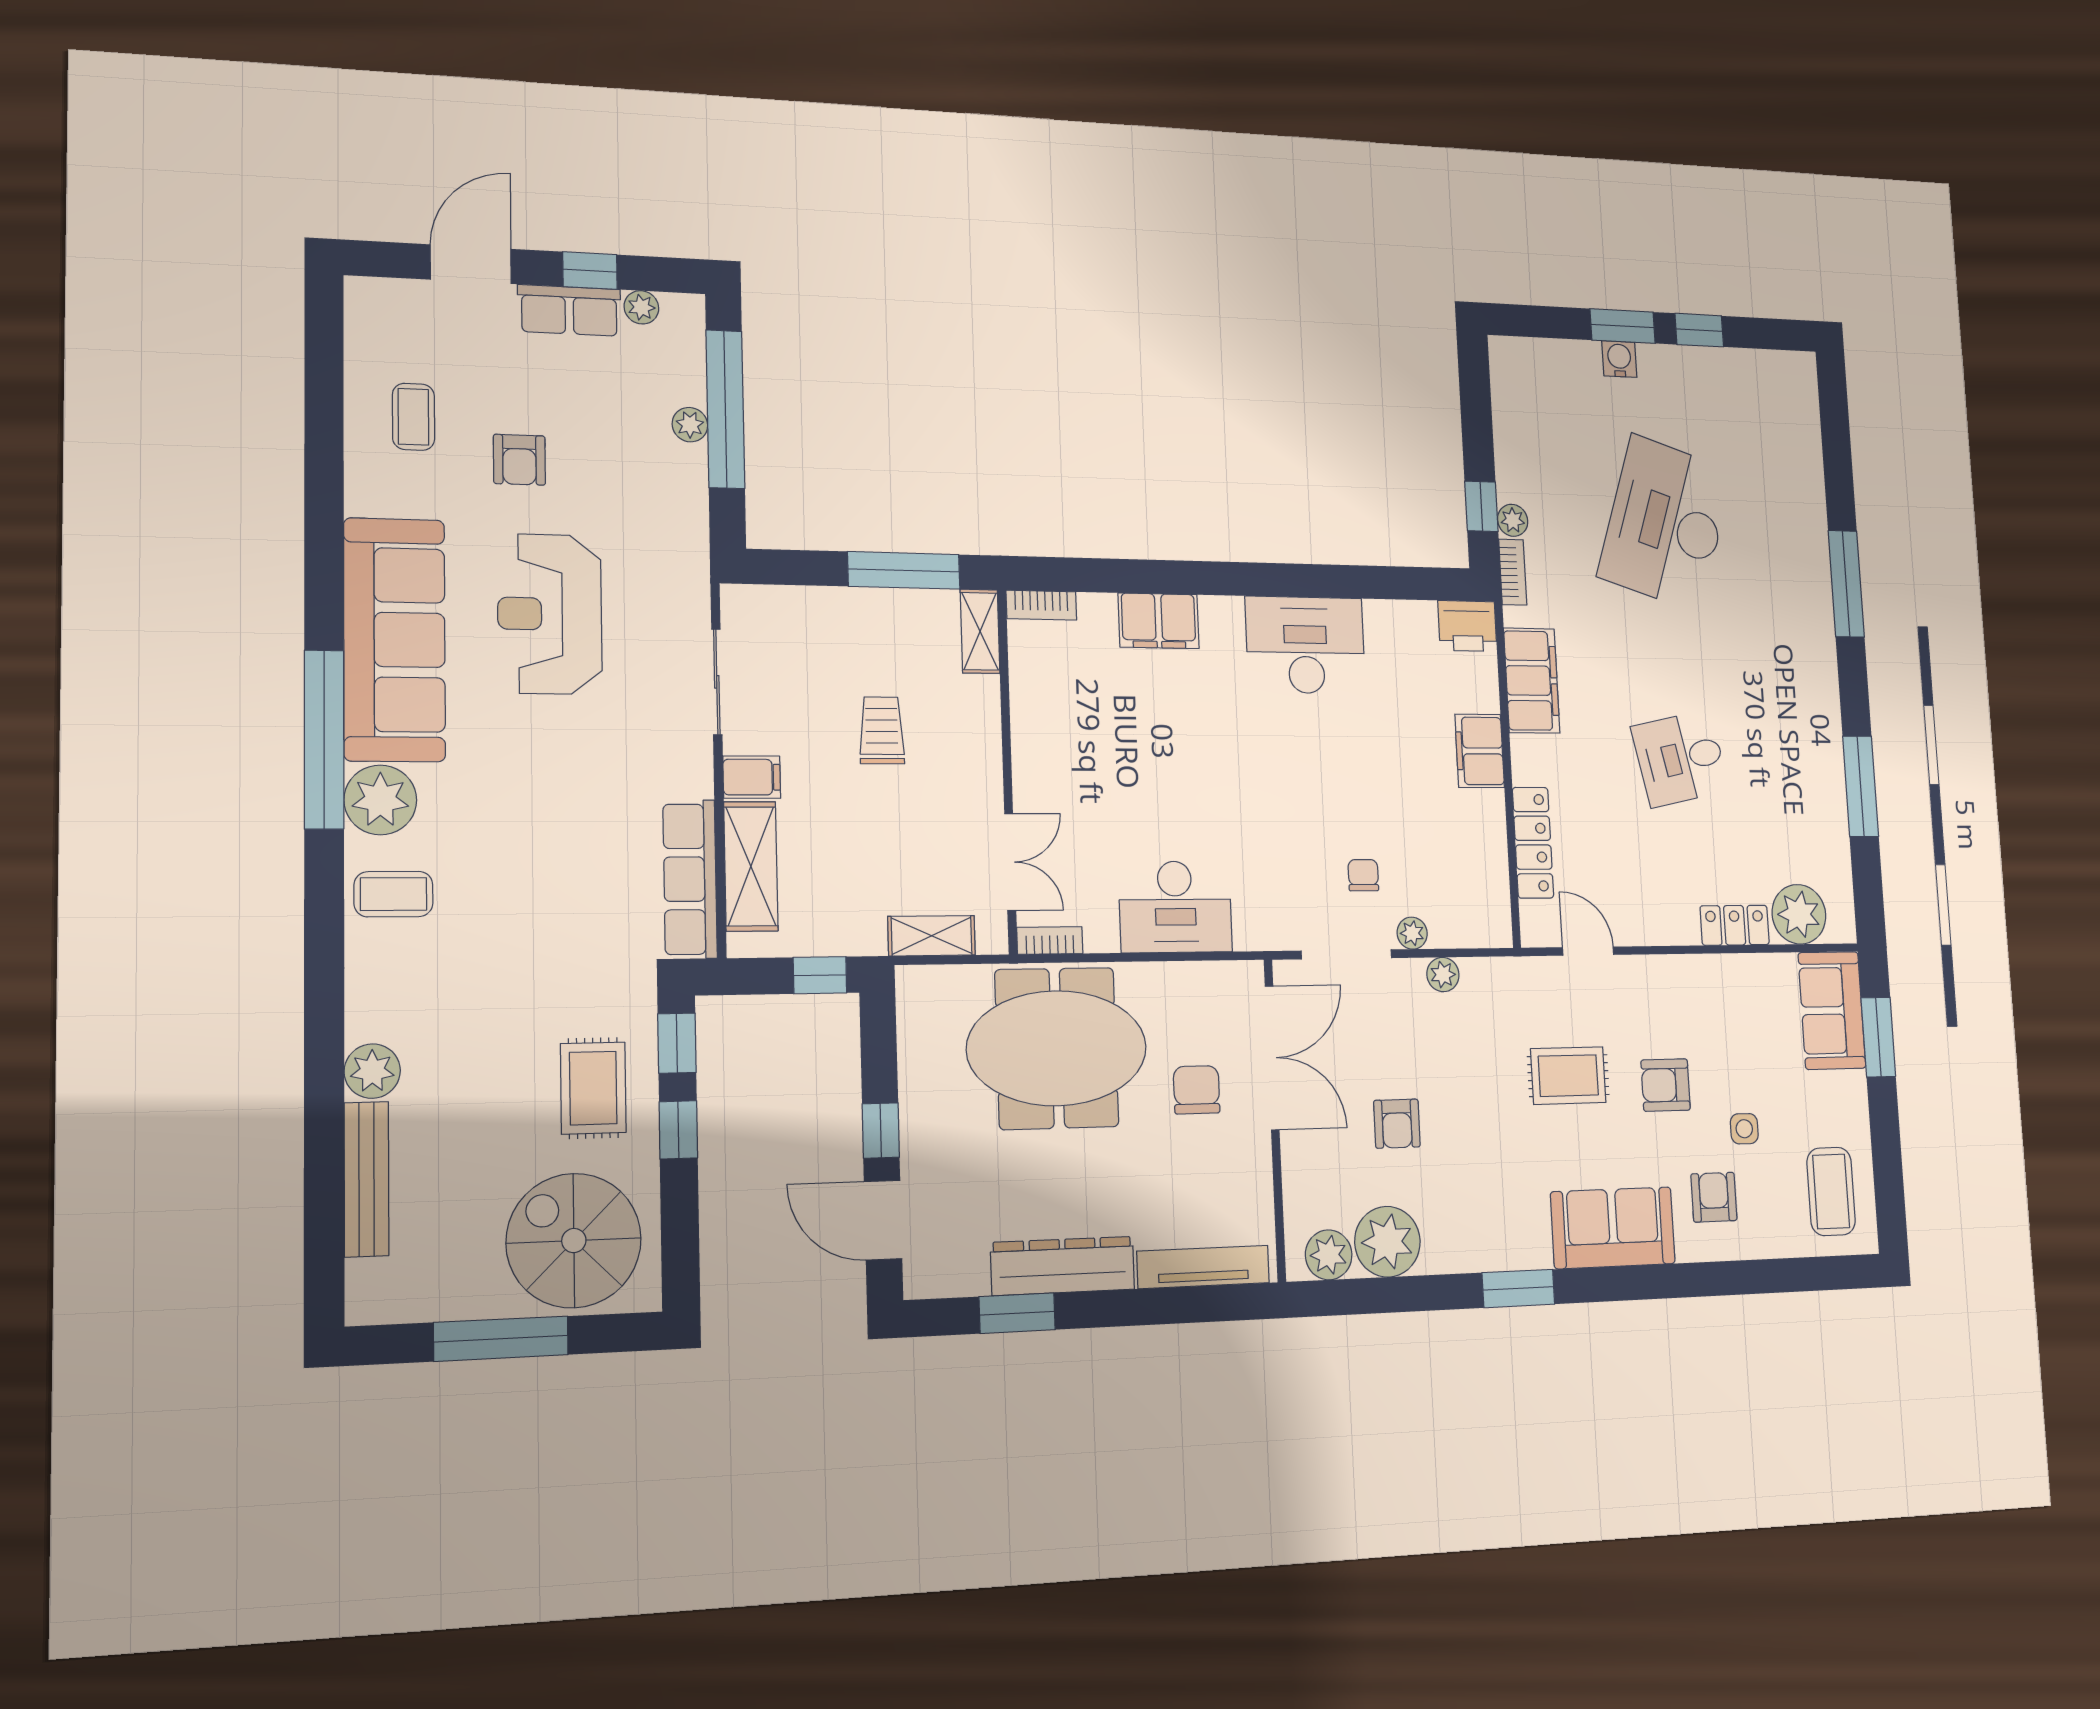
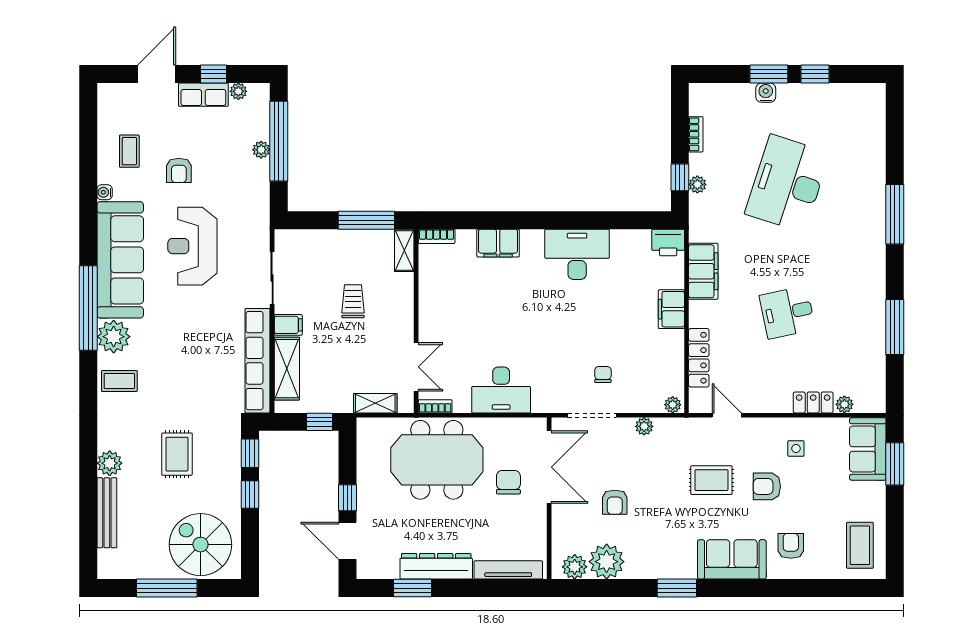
water cooler: (360, 499) -> (105, 192), added
bookcase: (1513, 572) -> (696, 134), moved
row of seats: (690, 879) -> (257, 361), width x1.36
plant: (1799, 914) -> (844, 404), width x0.53, depth x0.53
plant: (1412, 933) -> (673, 405), moved
rug: (593, 1088) -> (177, 454), moved
side table: (1744, 1129) -> (796, 449), moved

